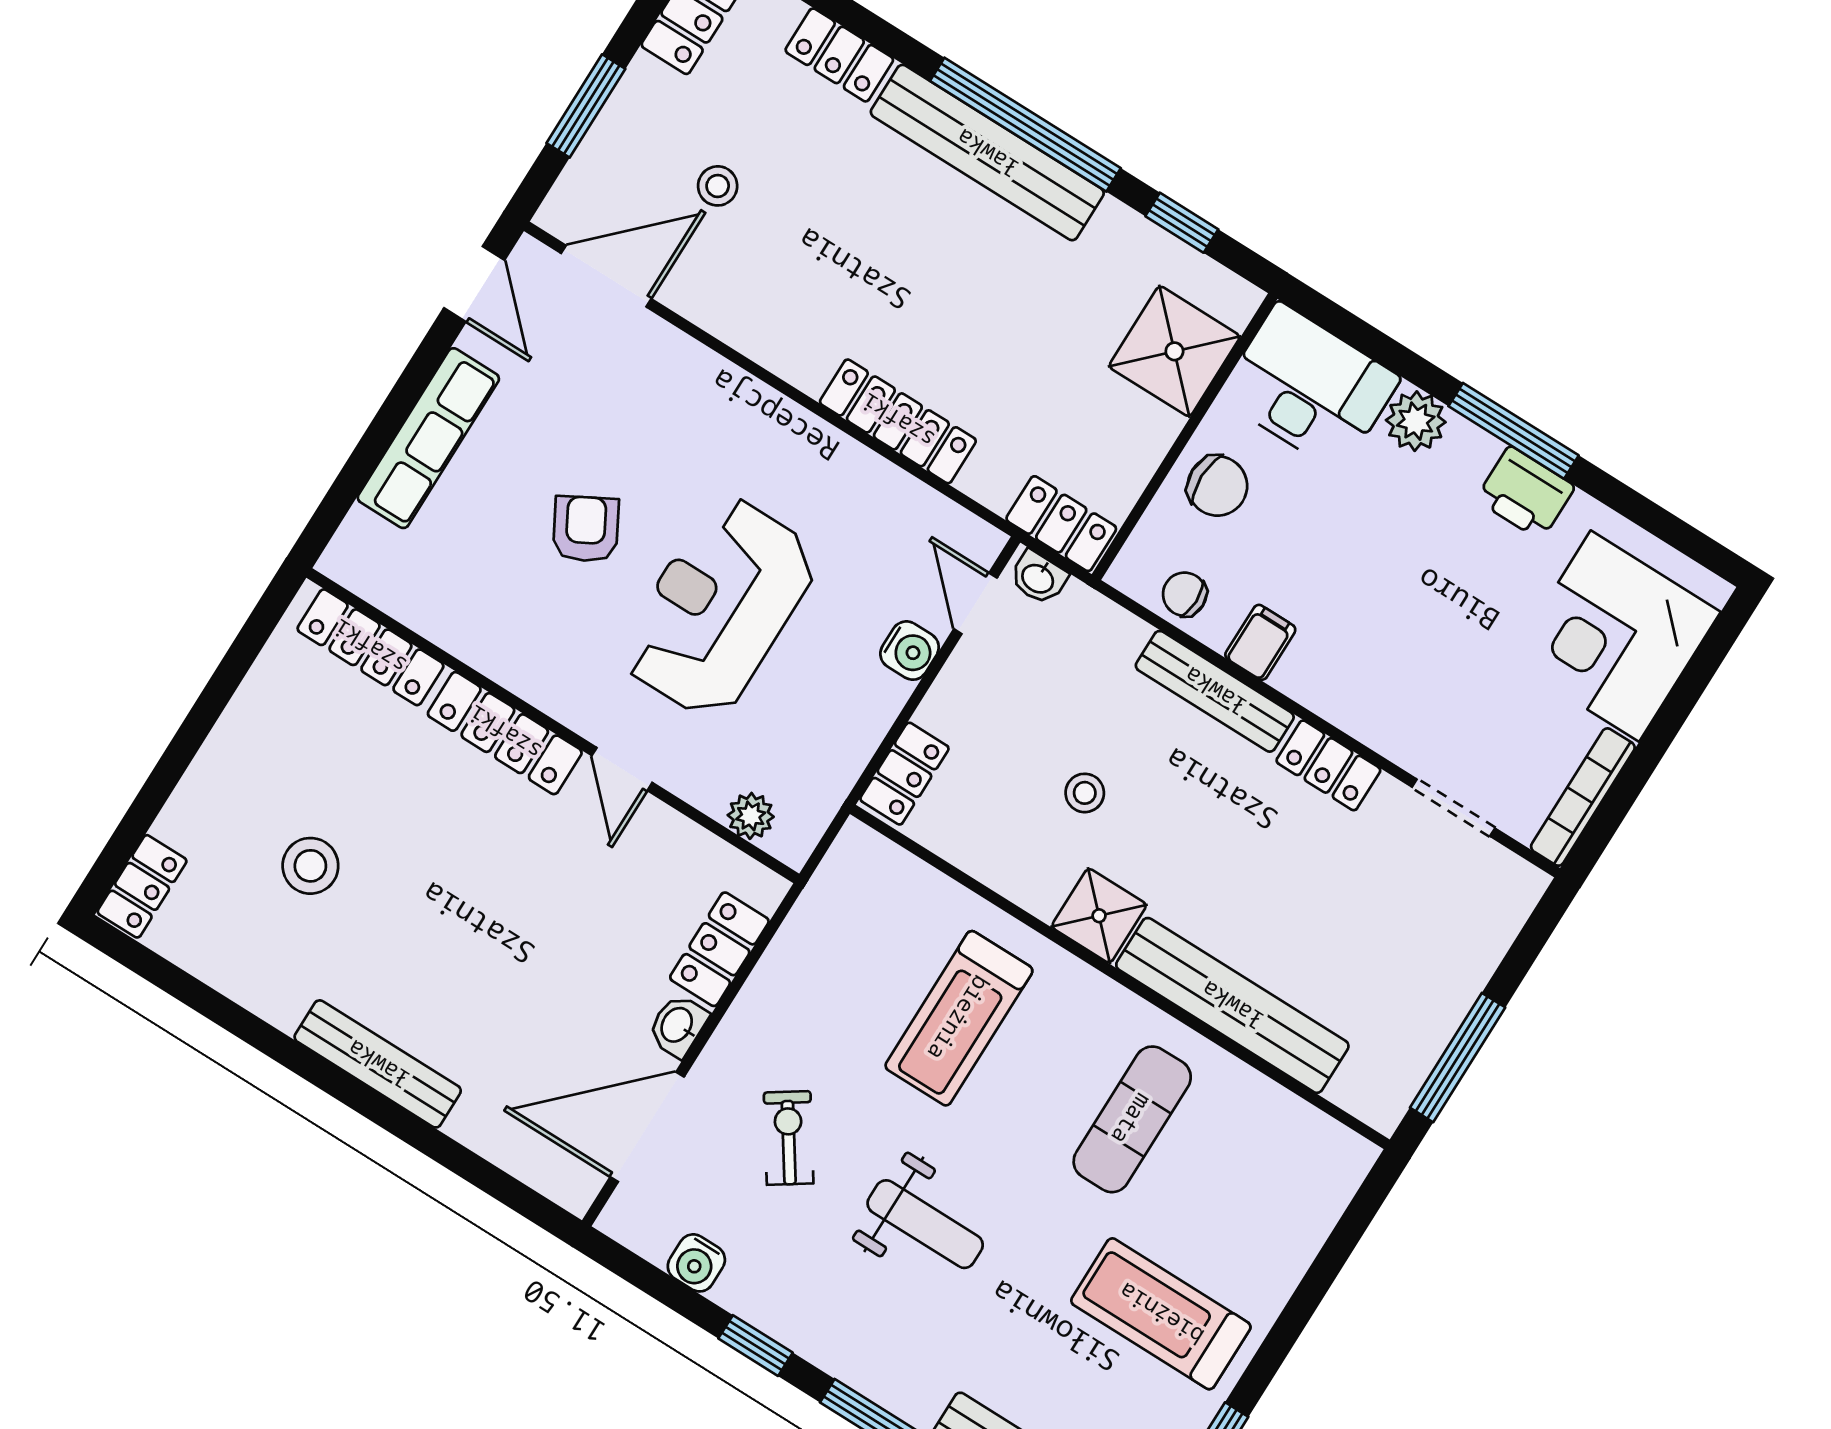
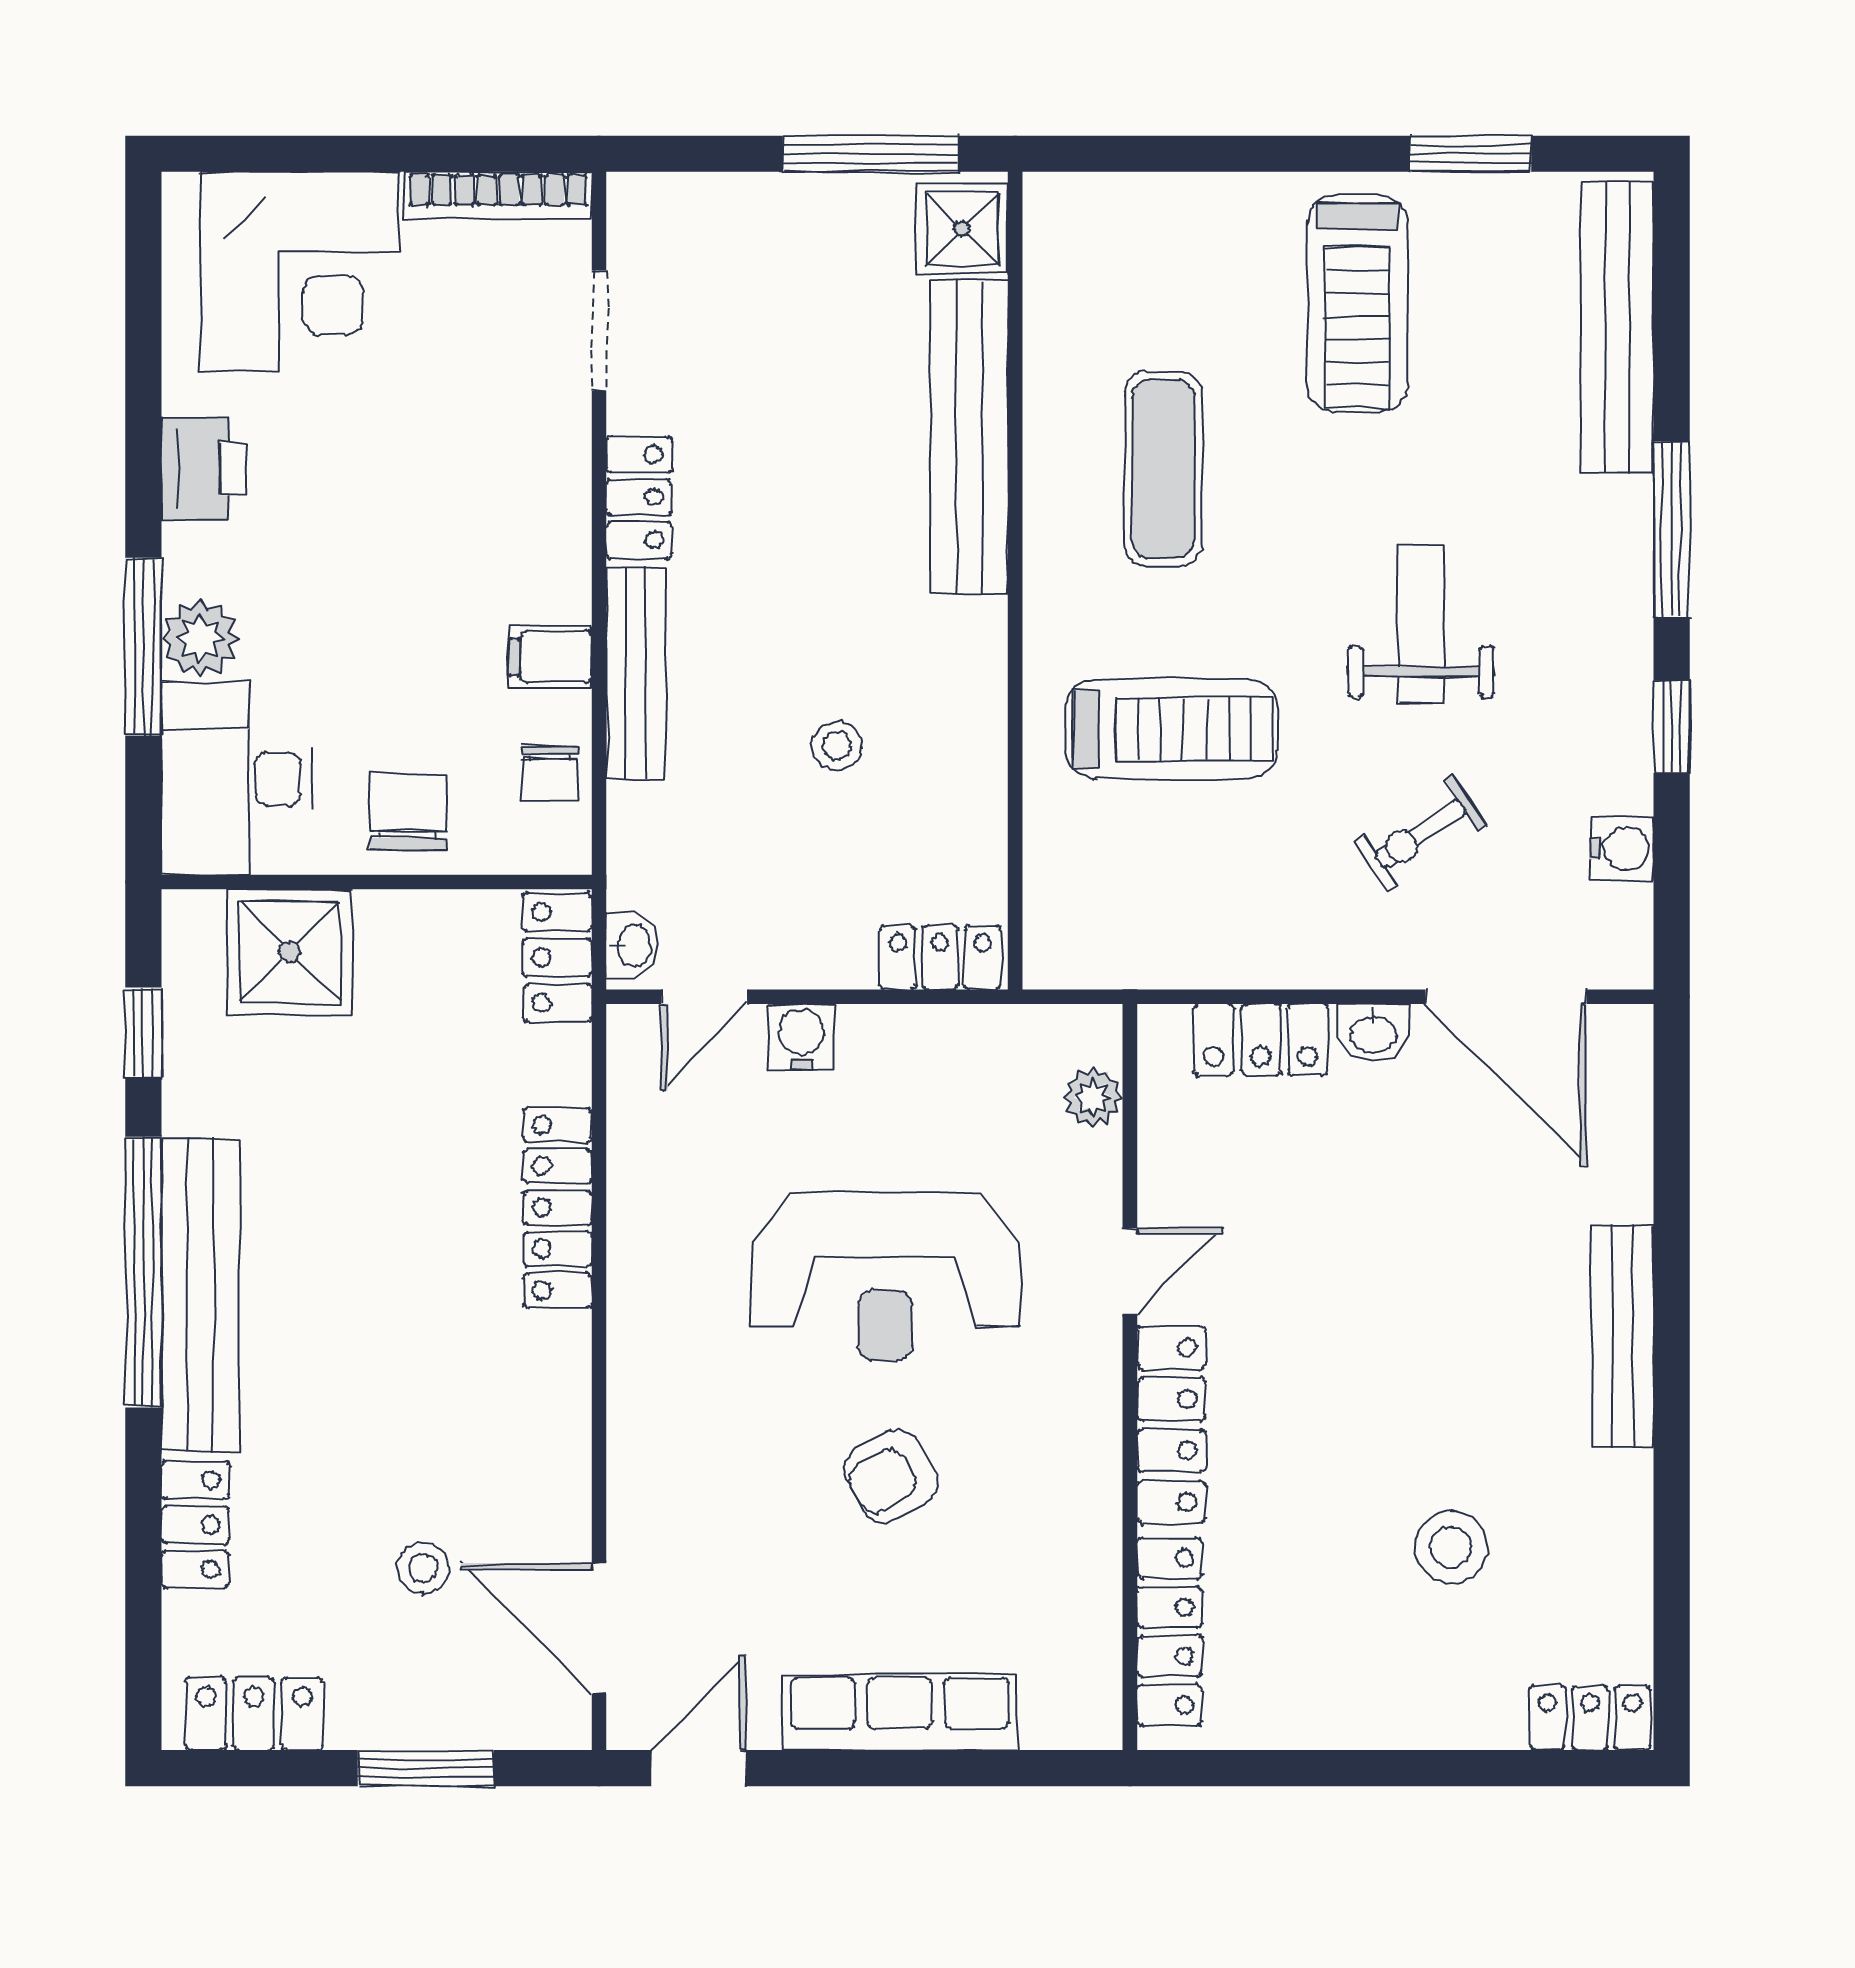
window: (1514, 431) -> (143, 647), moved
shower: (1099, 916) -> (962, 229), moved
exercise mat: (1132, 1119) -> (1163, 469), turned 90

